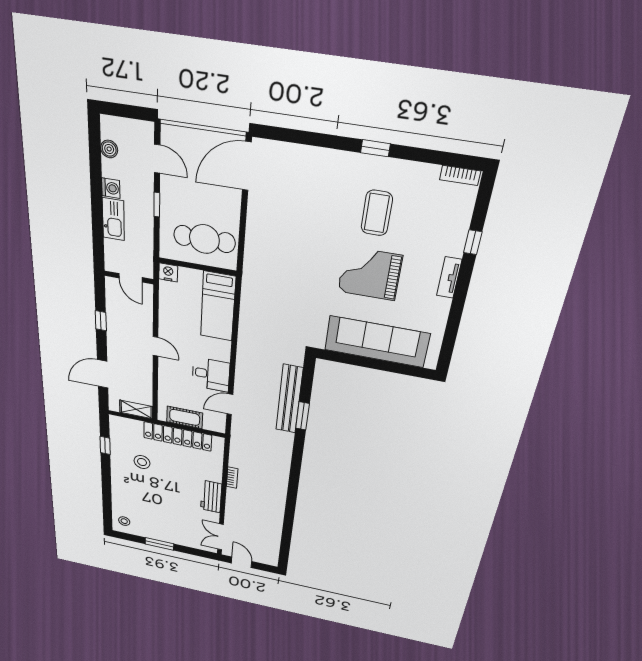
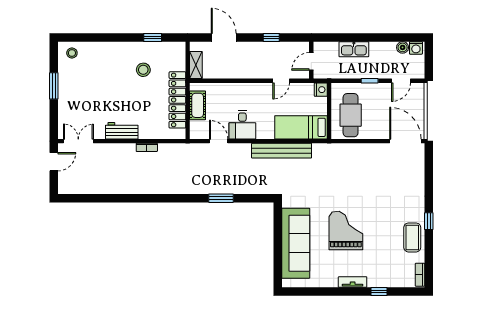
washing machine: (111, 188) -> (416, 48), moved
coffee table: (377, 213) -> (412, 237), moved, turned 90
door: (156, 346) -> (281, 81), moved
bench: (289, 399) -> (282, 151), moved

